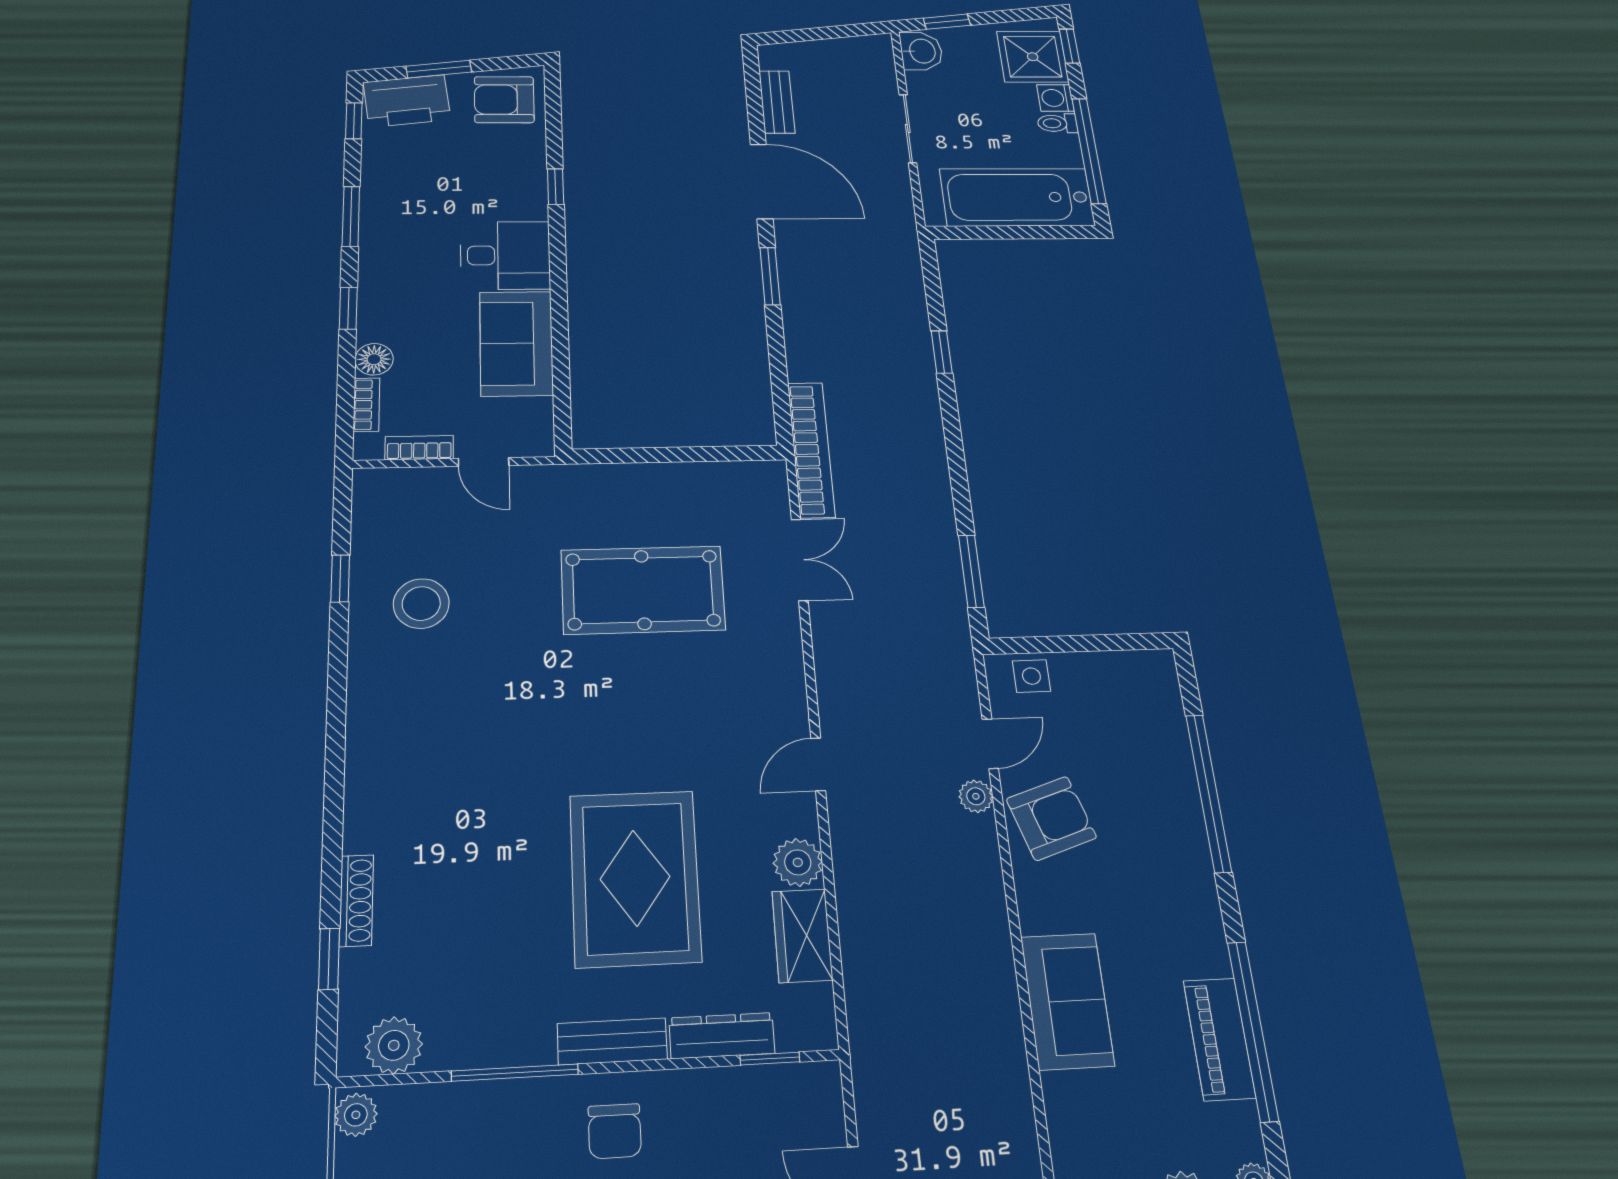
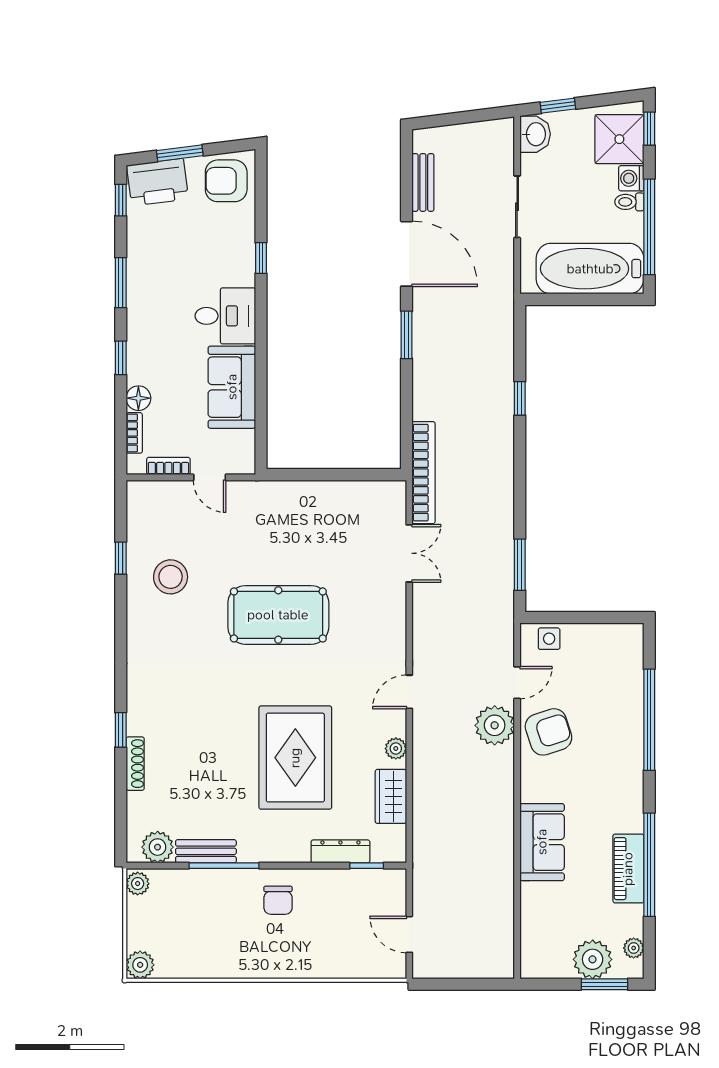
pool table: (643, 590) -> (278, 615), moved
plant: (976, 796) -> (495, 725), width x1.88, depth x1.88
plant: (798, 862) -> (396, 748), width x0.73, depth x0.73
window: (329, 959) -> (121, 730), moved
bench: (612, 1041) -> (206, 851), moved

